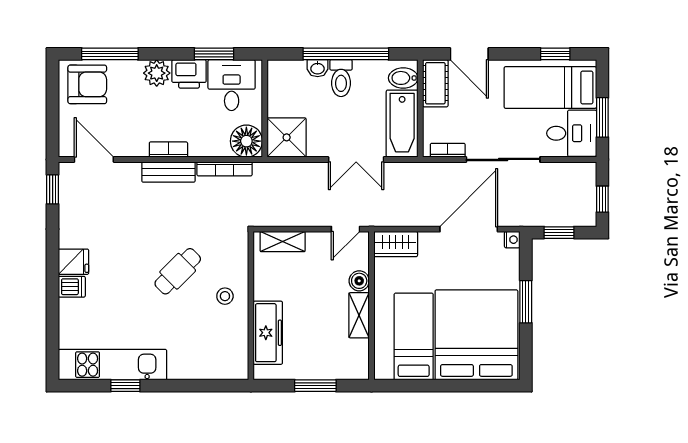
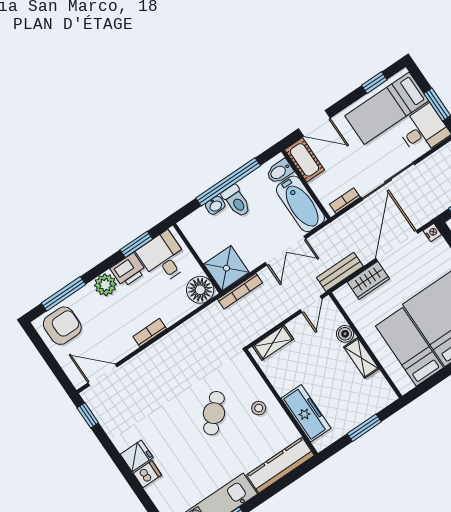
bookcase: (225, 169) -> (240, 291), moved
bench: (168, 172) -> (340, 272), moved
wardrobe: (396, 244) -> (368, 280), moved
kitchen counter: (208, 367) -> (280, 465), added

